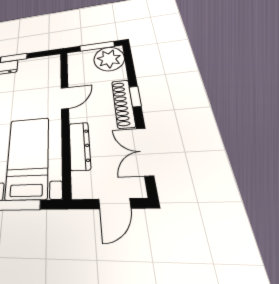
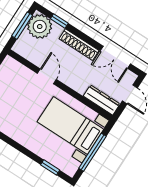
window: (135, 96) -> (59, 21), moved
dresser: (80, 146) -> (102, 100), moved

